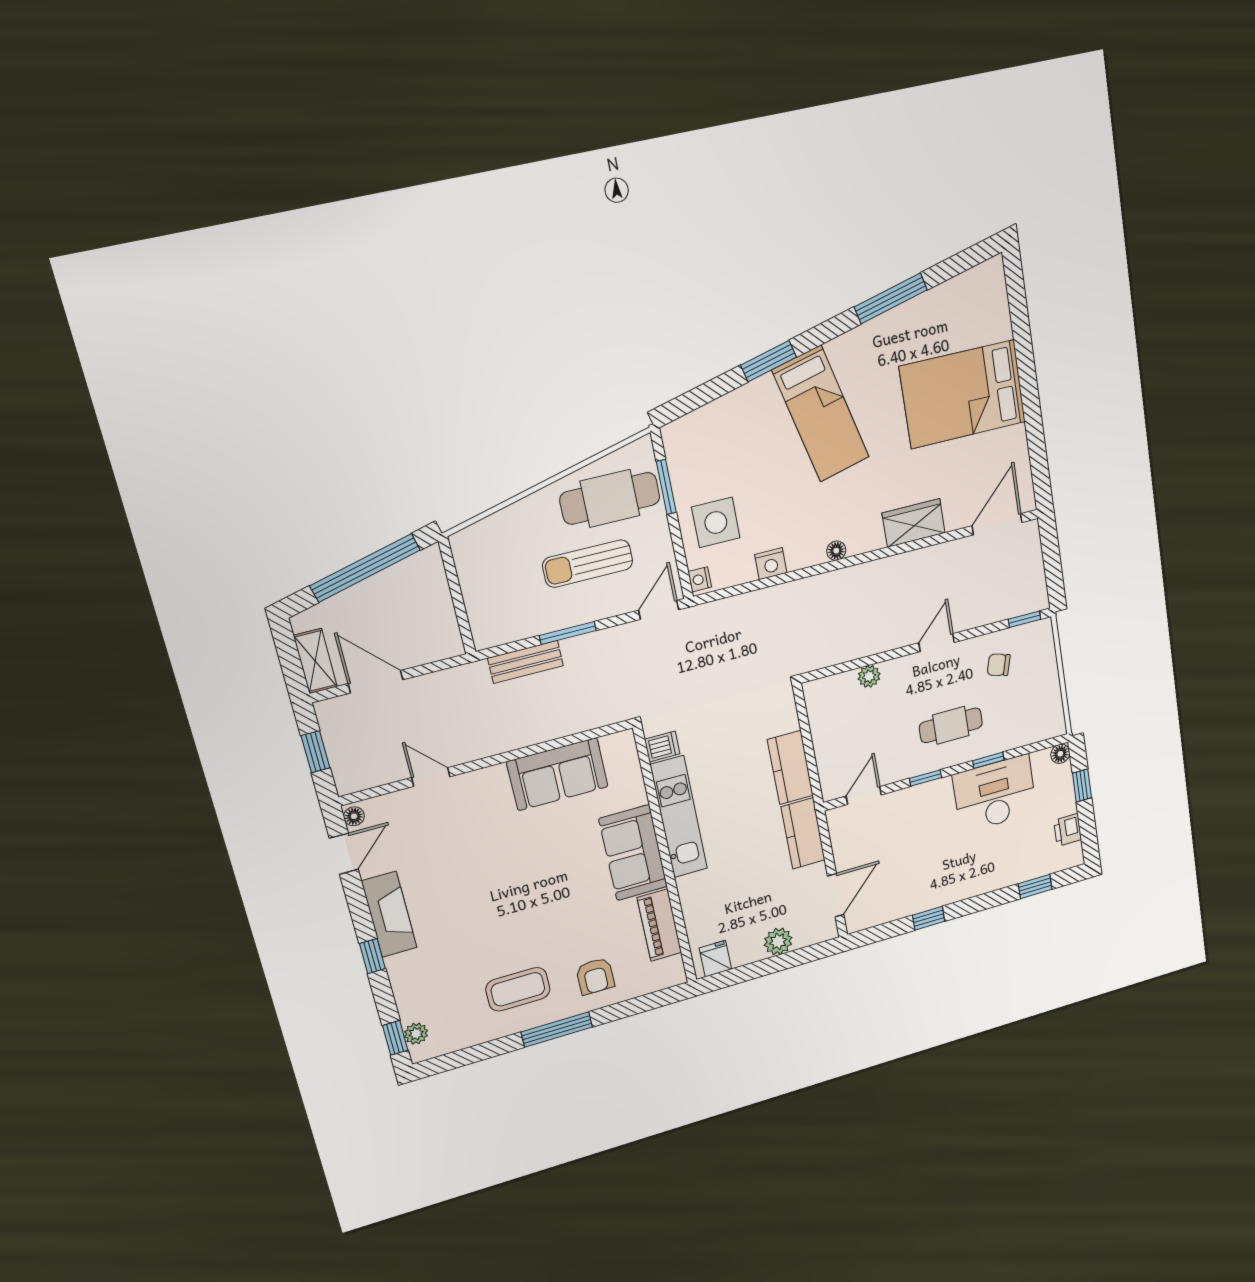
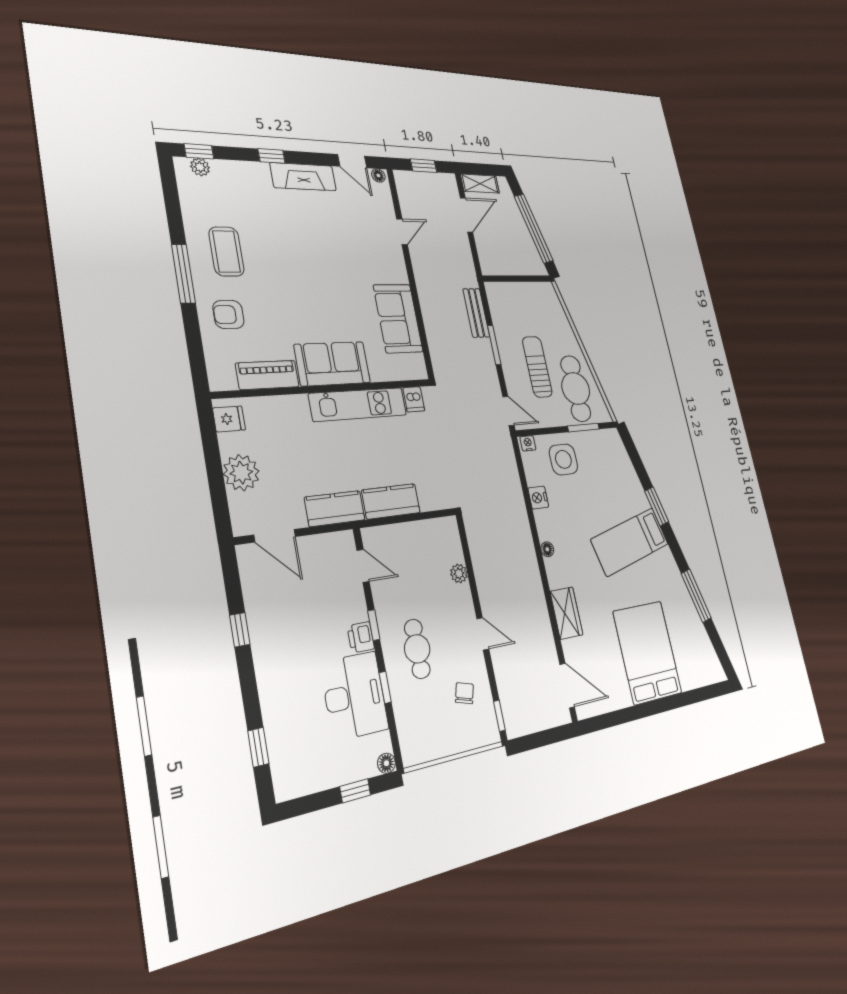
printer: (1068, 830) -> (361, 637), moved, turned -90
plant: (778, 941) -> (241, 473), width x1.36, depth x1.36

